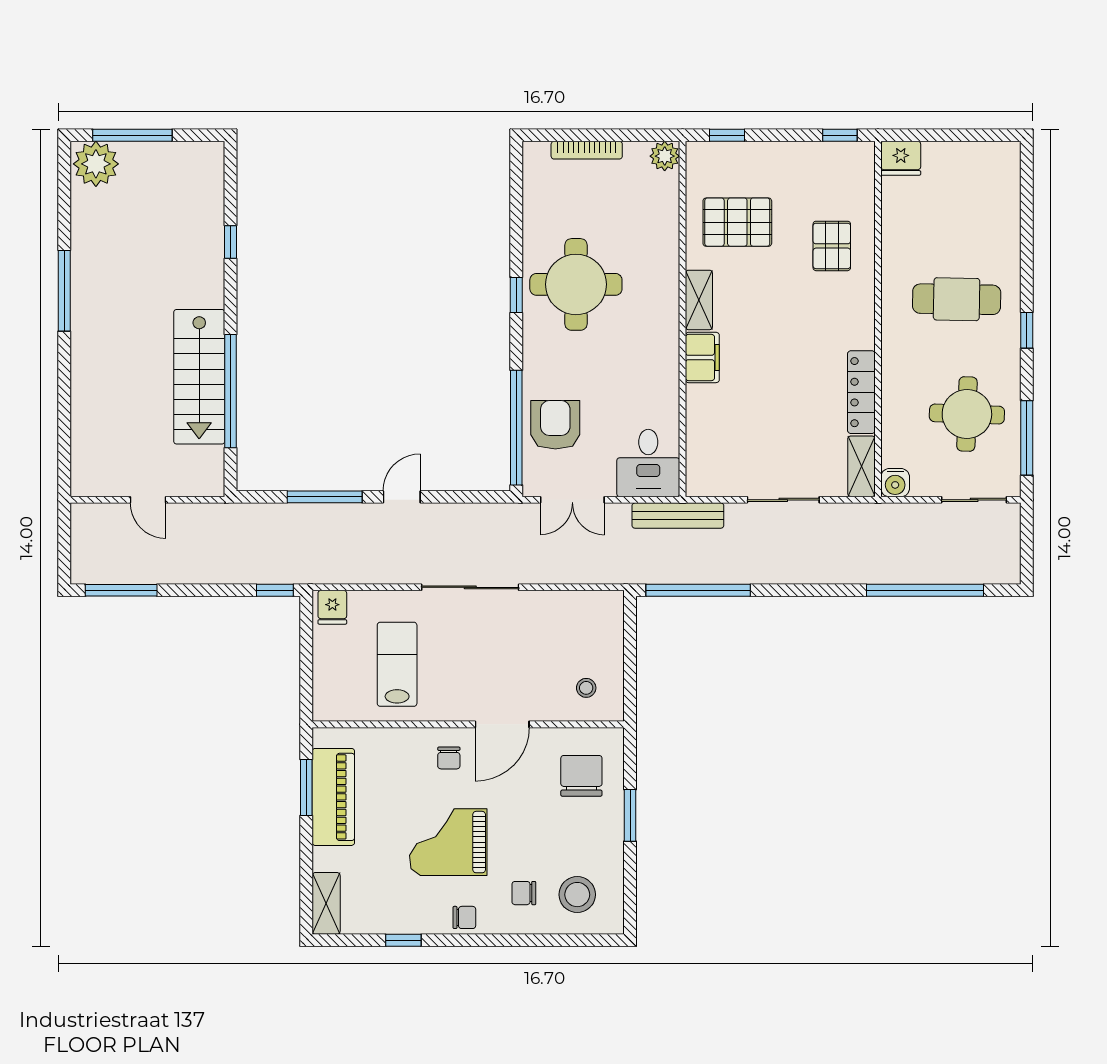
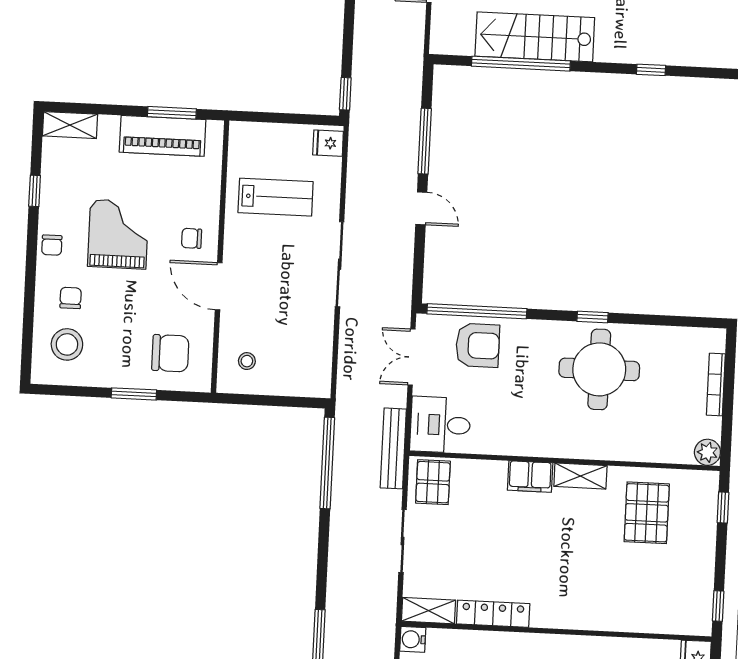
pallet: (832, 246) -> (433, 482), moved, turned 90

